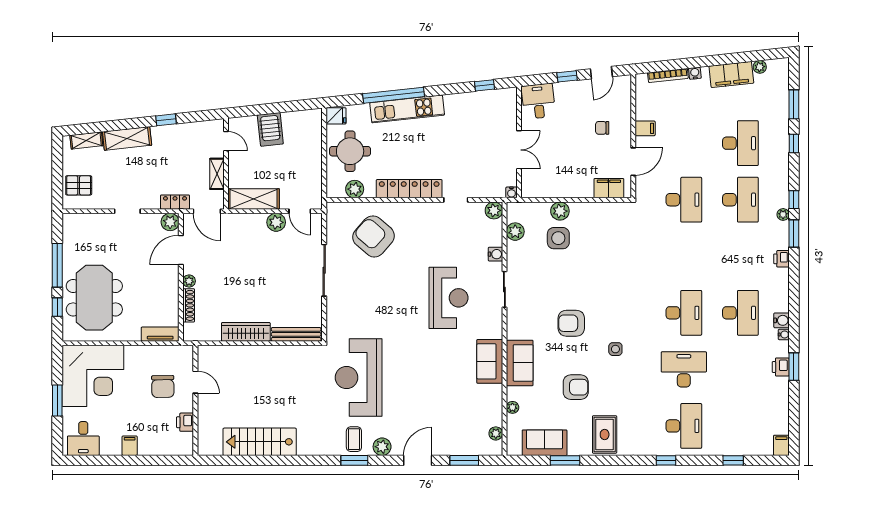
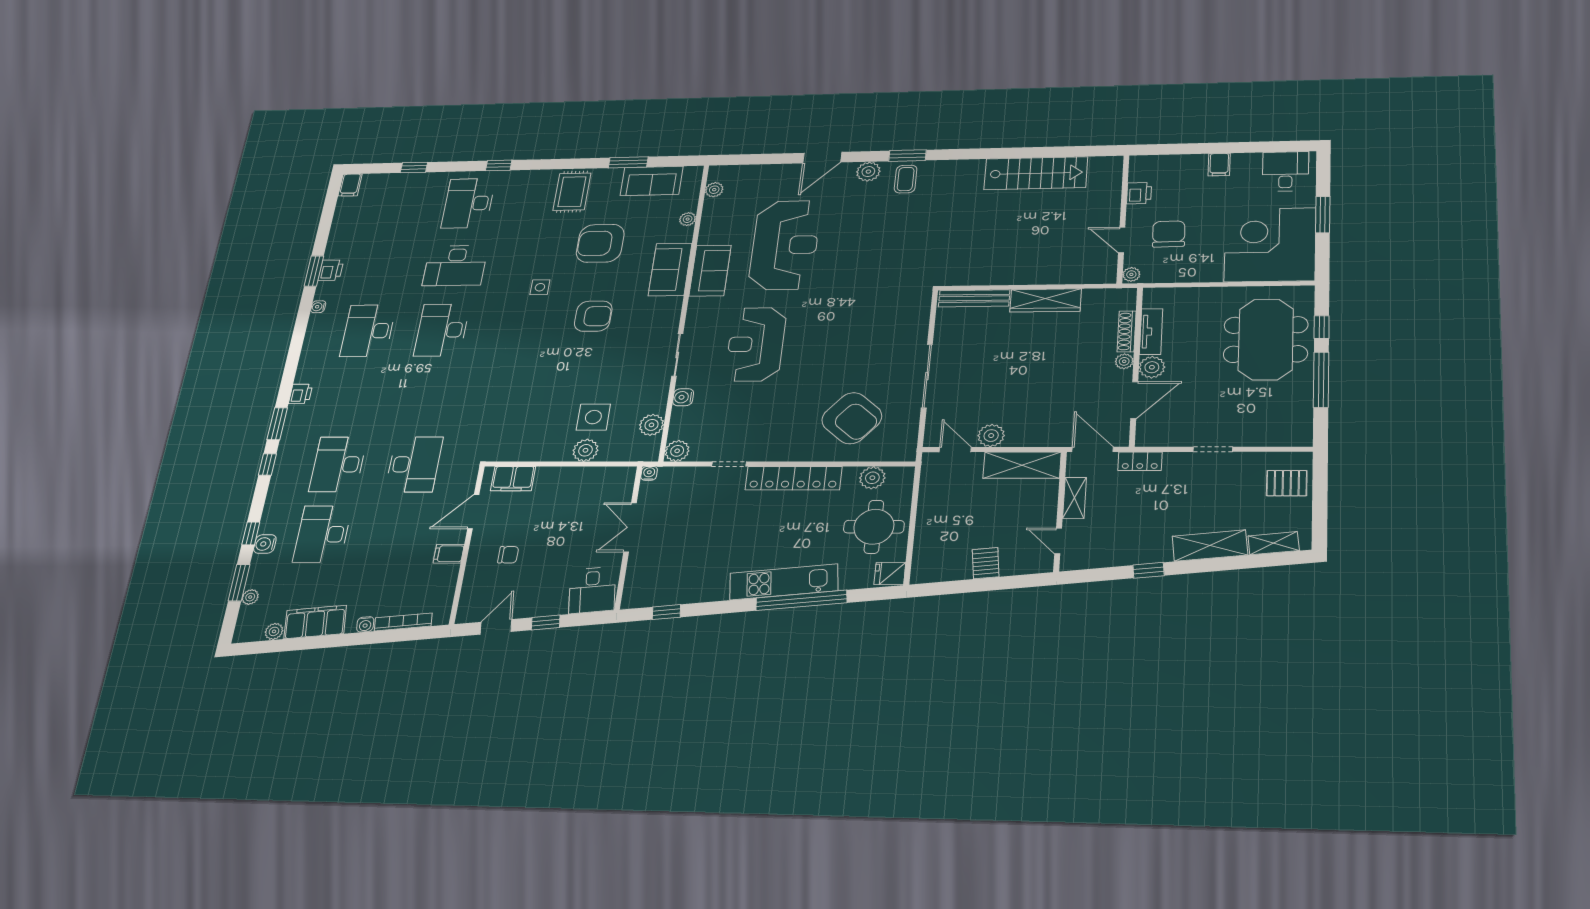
server rack: (270, 129) -> (986, 563), width x0.73, depth x0.70
desk: (684, 200) -> (414, 464), turned 180
plant: (783, 214) -> (250, 597), moved
plant: (170, 222) -> (1152, 367), moved
water cooler: (782, 320) -> (265, 544), moved
tv unit: (160, 334) -> (1151, 332), moved, turned -90
plant: (187, 353) -> (1131, 274), added
reception desk: (359, 378) -> (785, 245), moved
armchair: (576, 387) -> (600, 243), width x1.36, depth x1.36
window: (464, 460) -> (760, 159), removed

